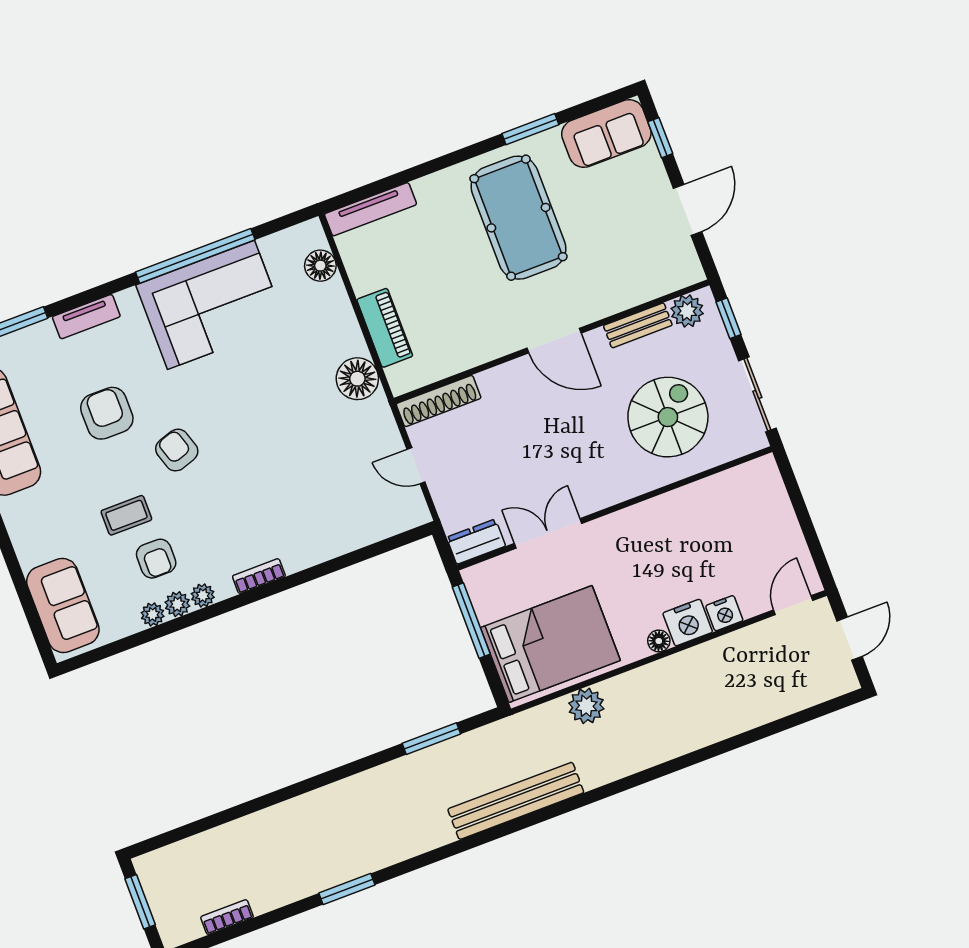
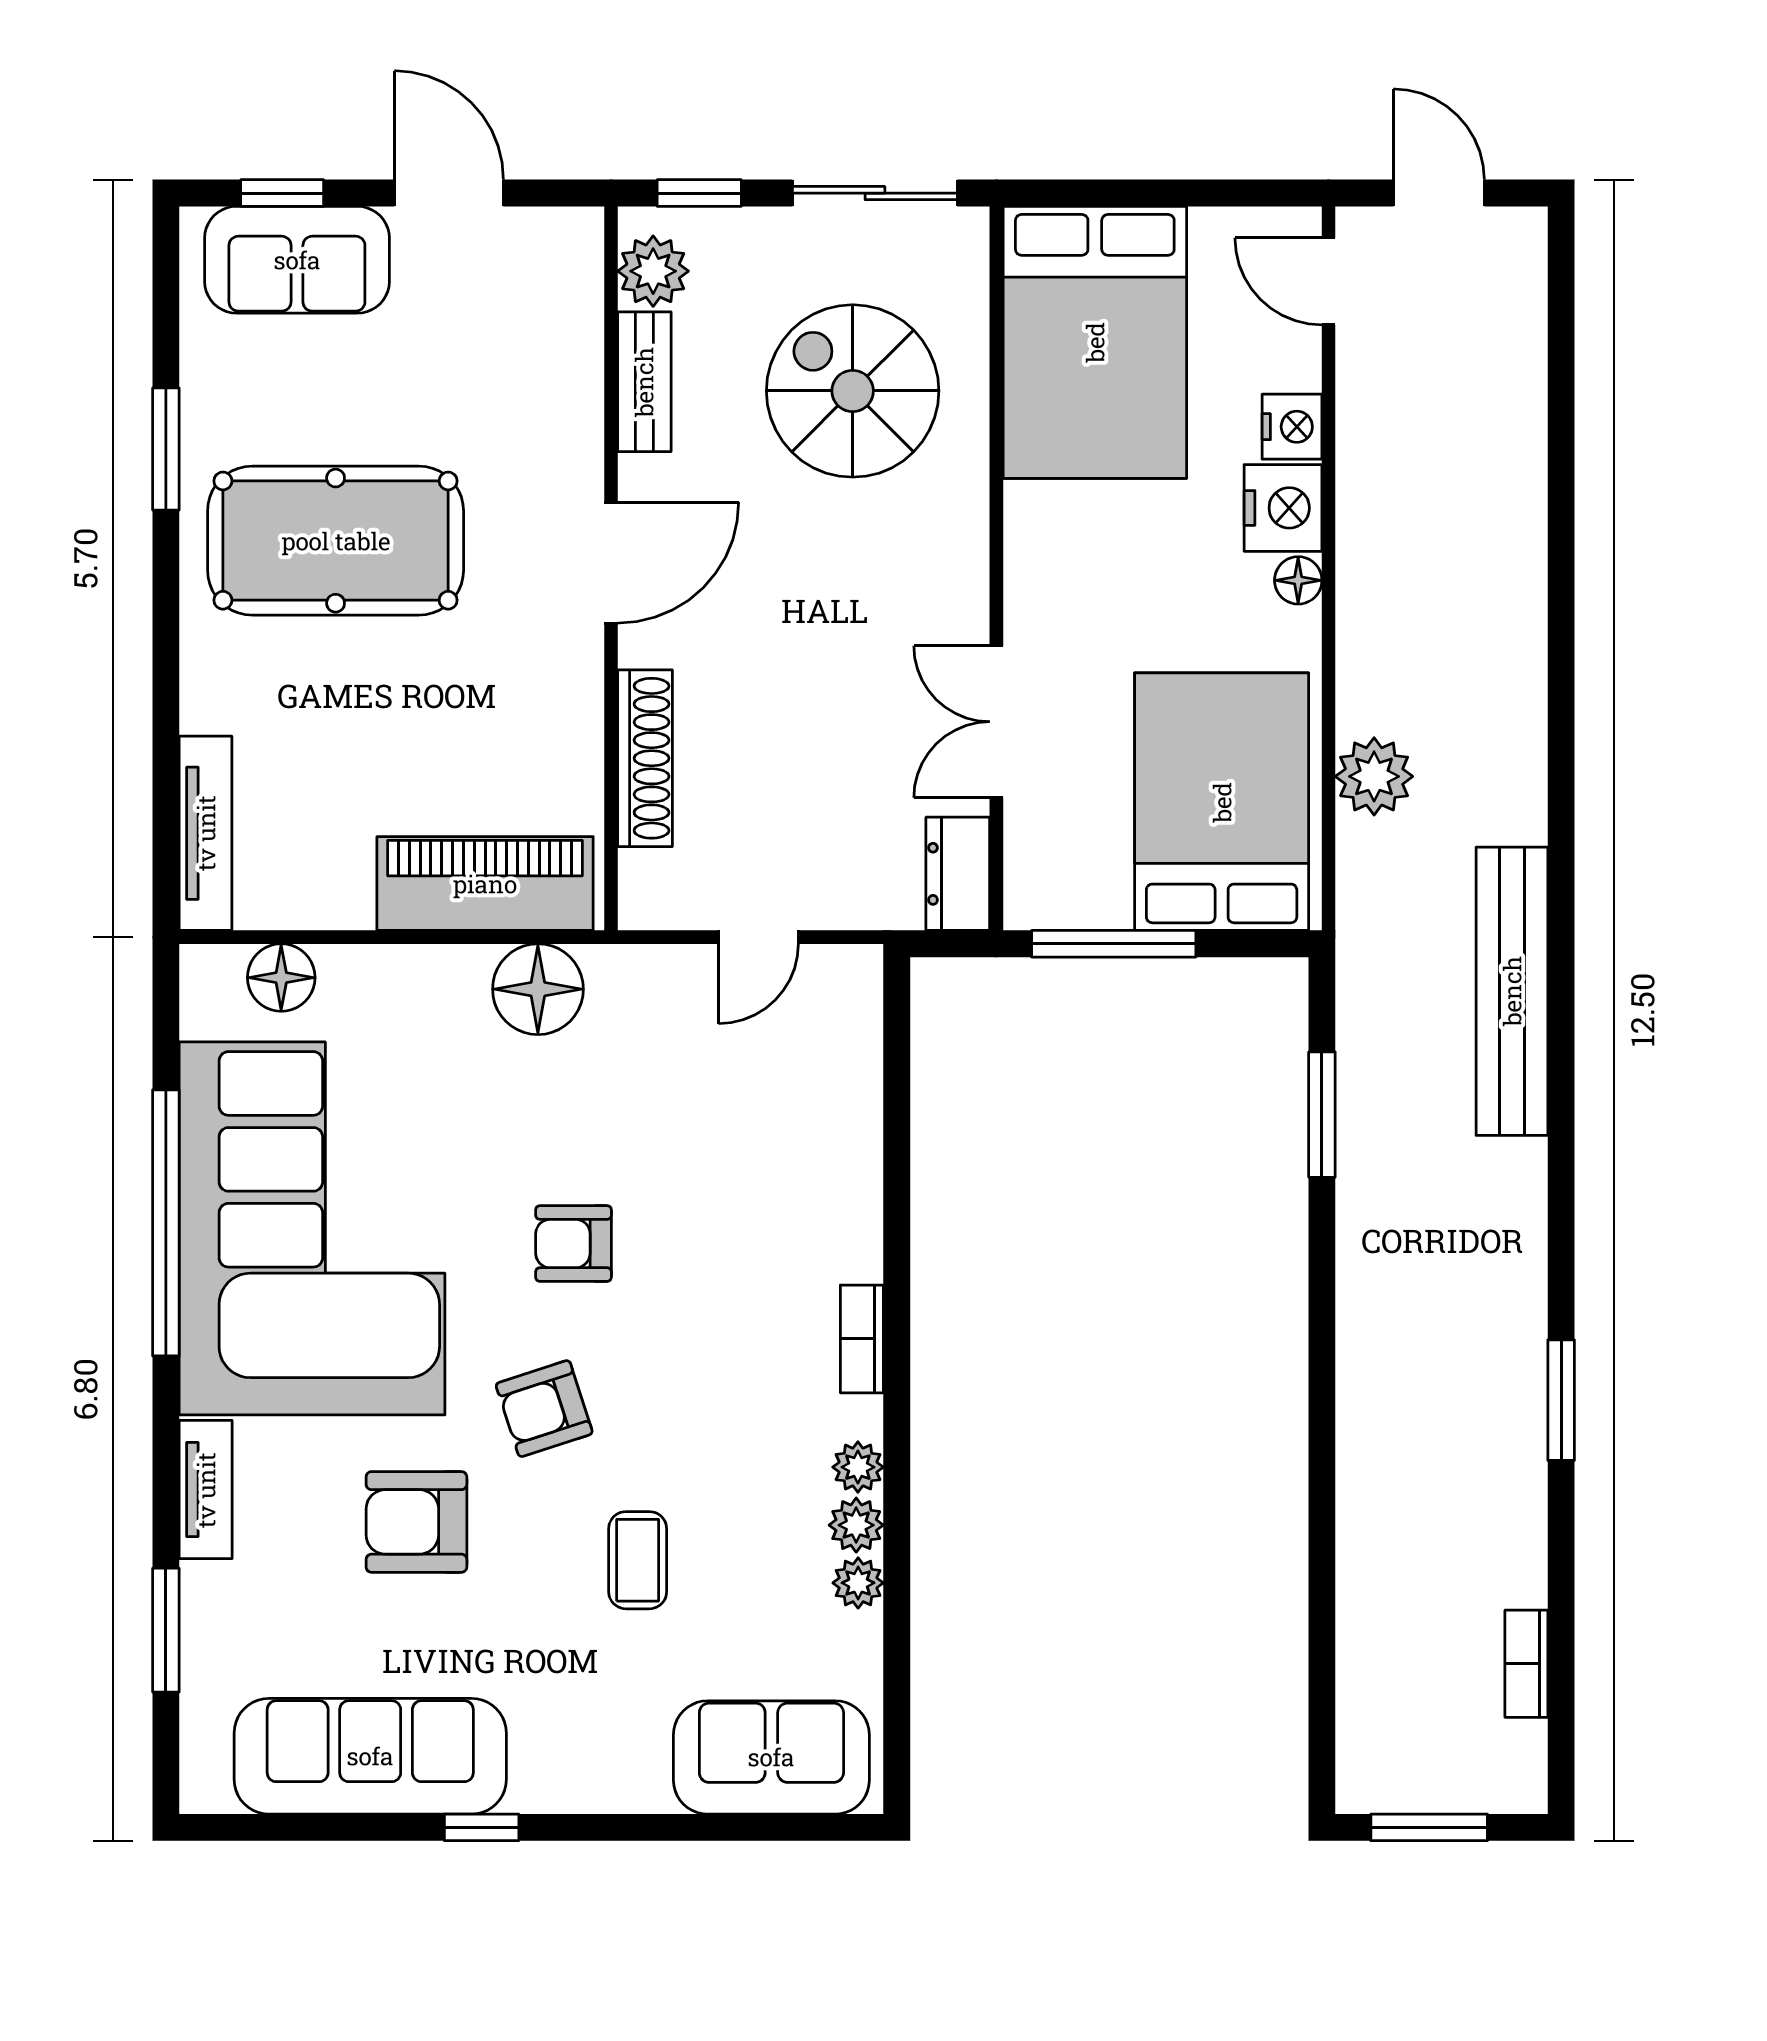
sofa: (606, 133) -> (297, 260), moved, turned 90
corner sofa: (211, 305) -> (312, 1228), width x1.36, depth x1.36
piano: (385, 328) -> (485, 884), width x1.37, depth x1.33
shoe rack: (439, 401) -> (645, 758), moved
bed: (729, 514) -> (1095, 342), added
armchair: (156, 559) -> (573, 1244), moved, turned 180

